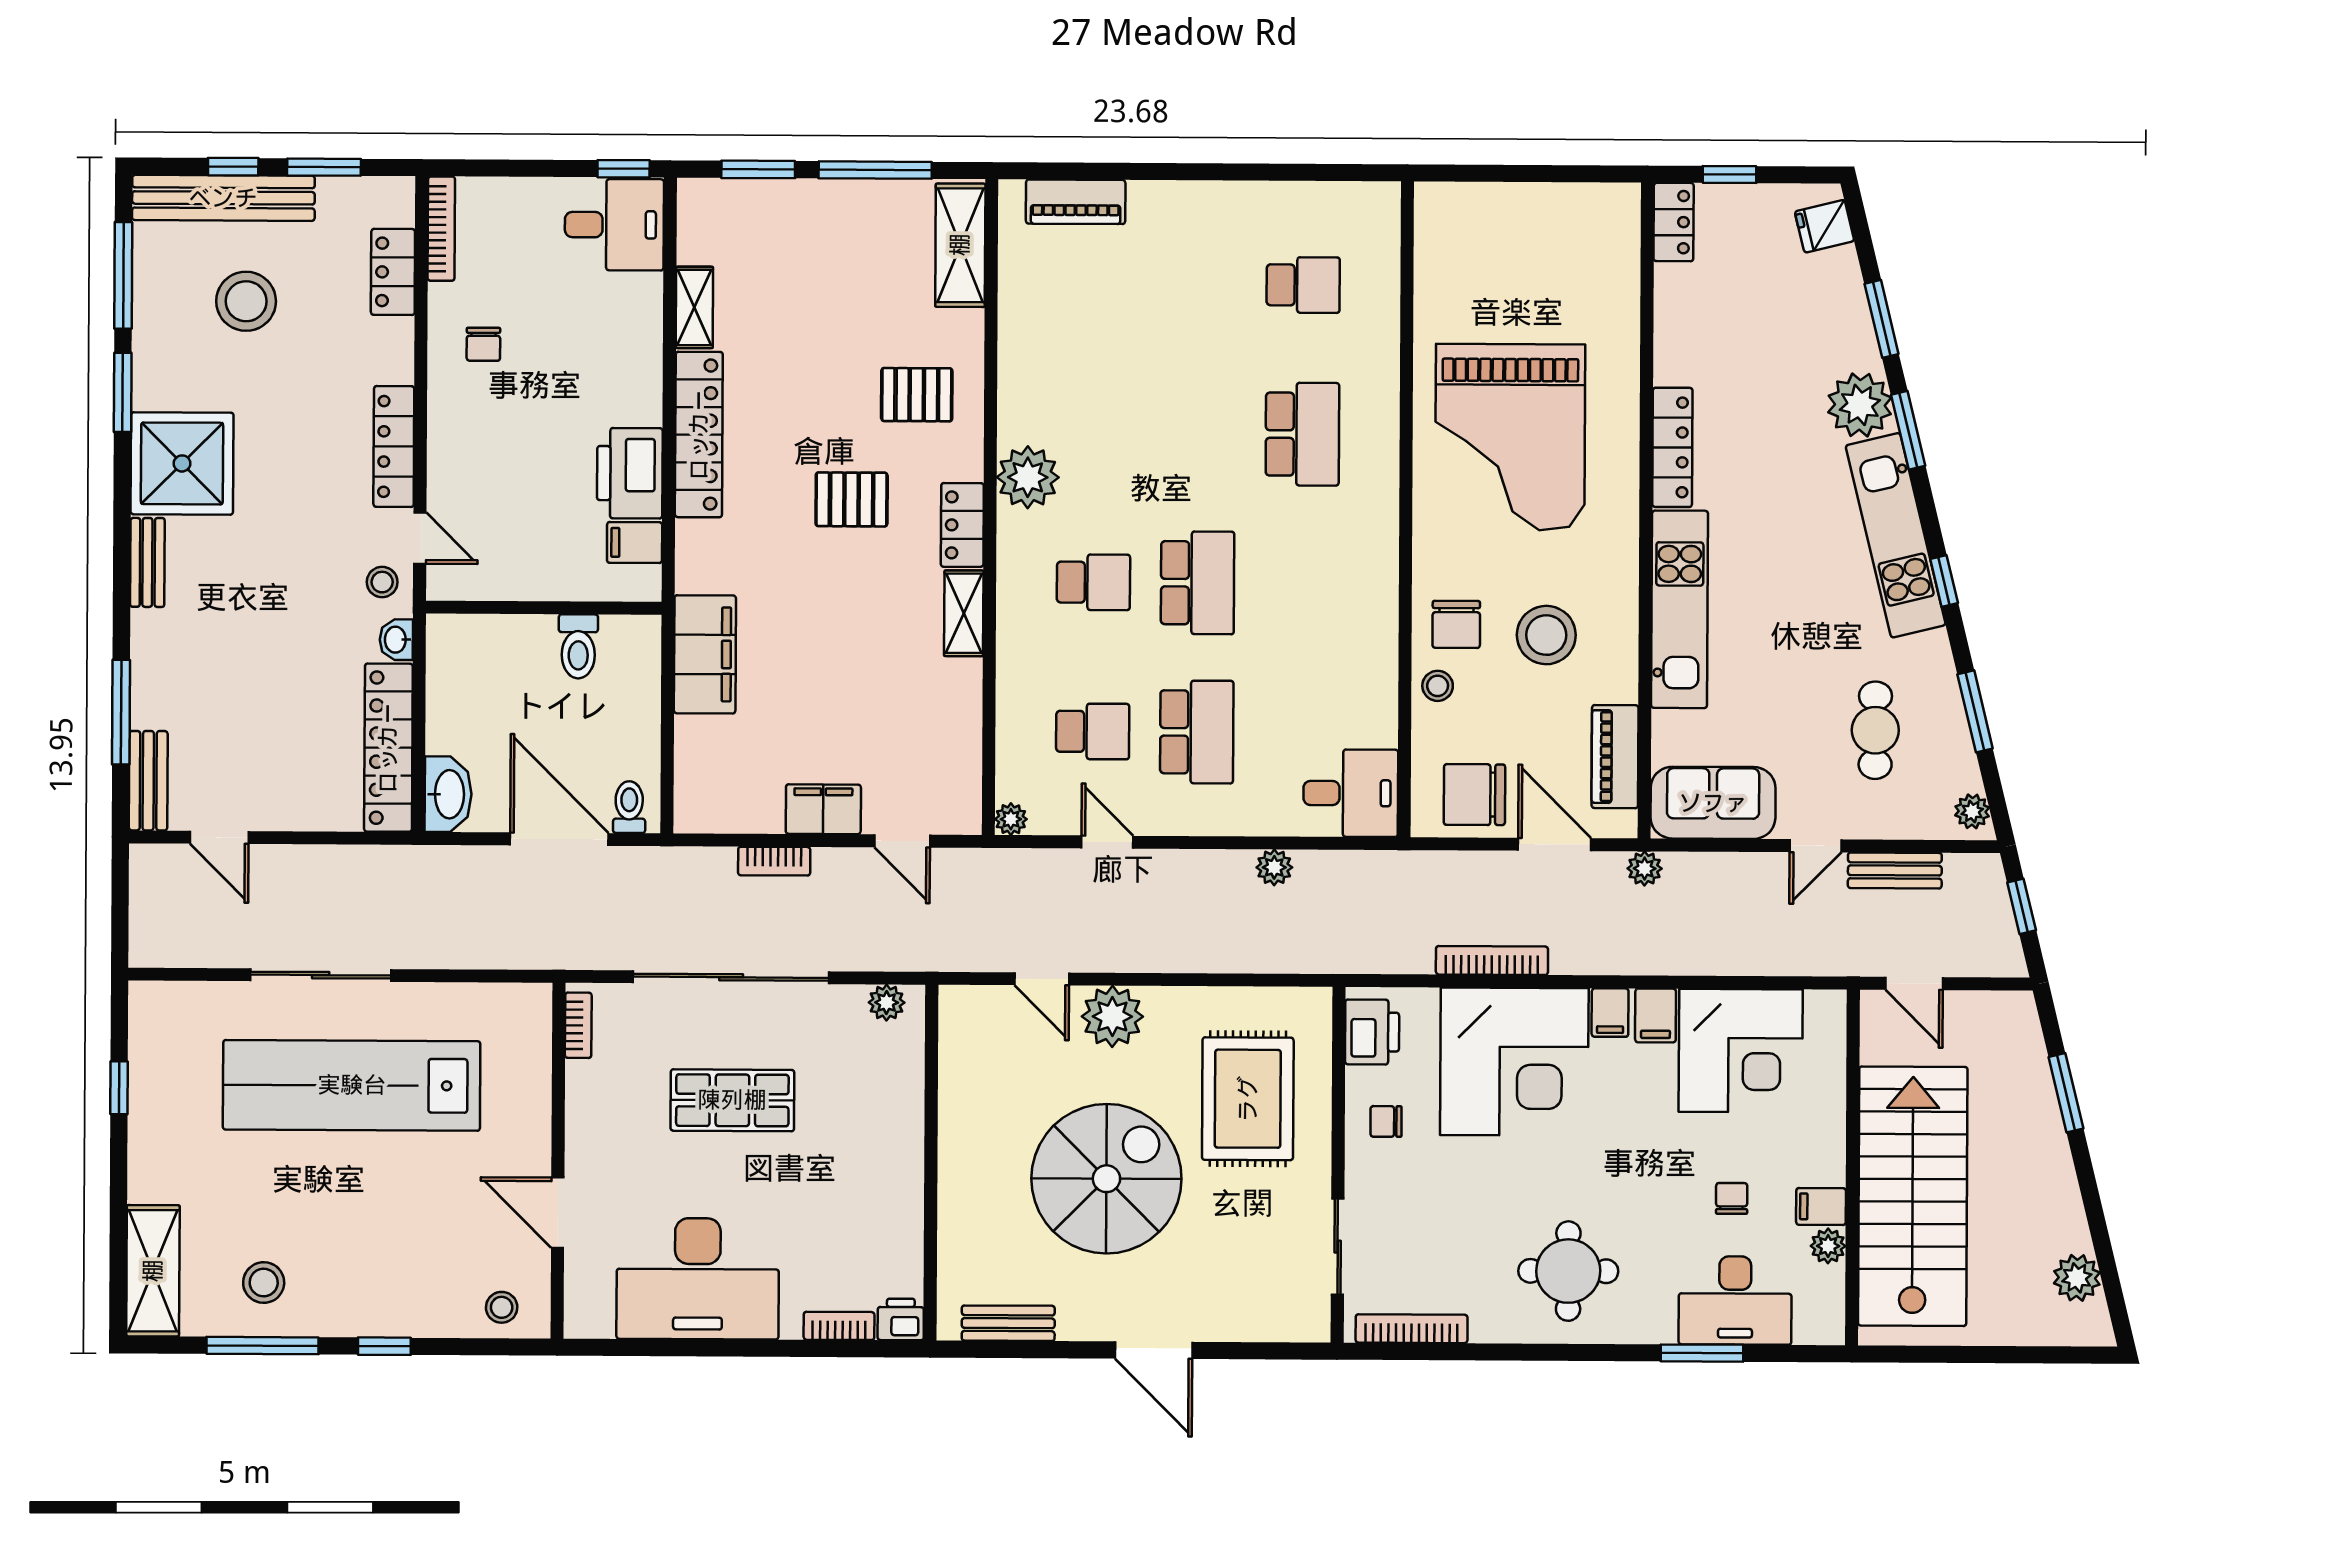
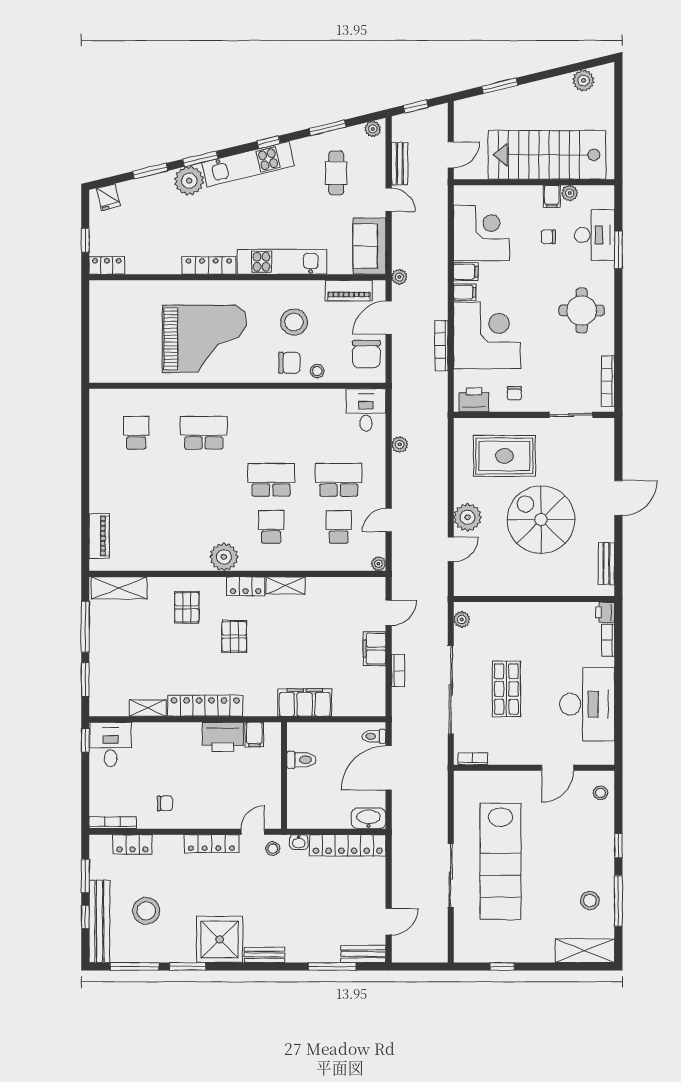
cafe table: (1875, 730) -> (336, 173), turned 90

